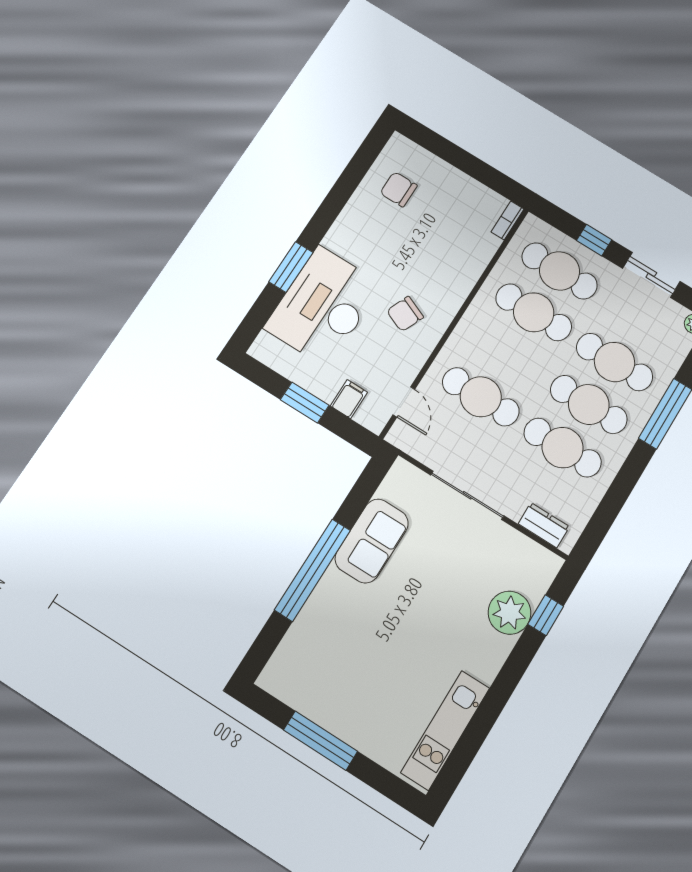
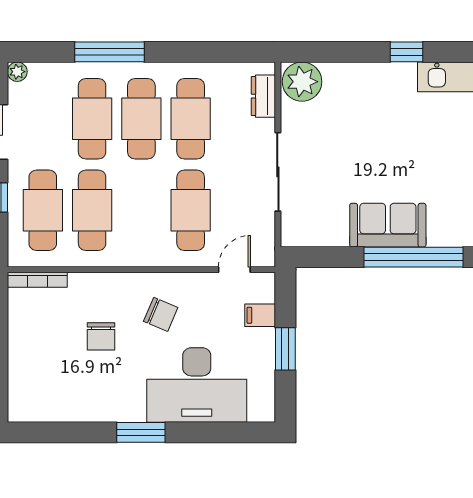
chair: (399, 189) -> (101, 336), moved
bookcase: (508, 220) -> (37, 280), width x1.56
window: (291, 267) -> (141, 432), moved
sofa: (372, 541) -> (388, 225), moved
plant: (510, 613) -> (302, 82), moved
window: (546, 615) -> (406, 52), moved

